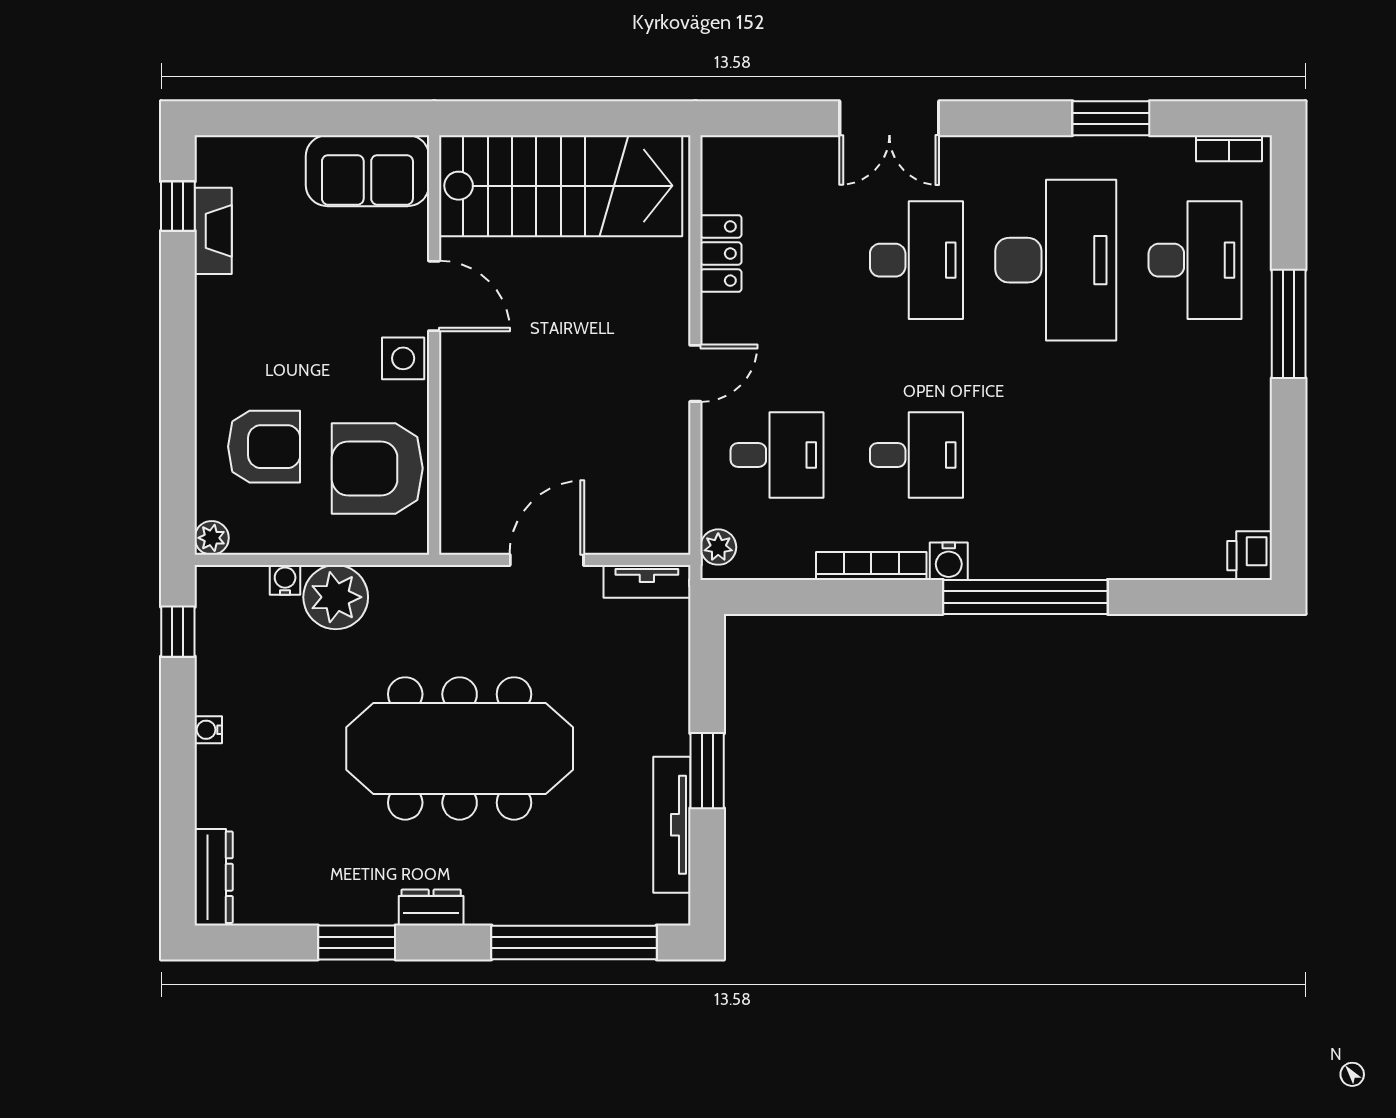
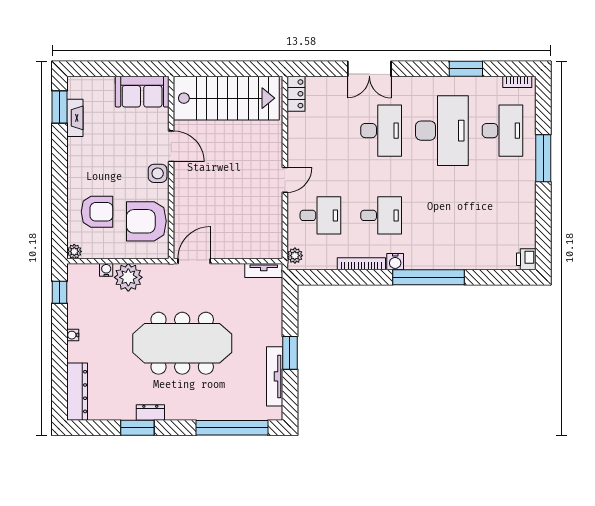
window: (178, 206) -> (60, 107), width x1.50
locker: (721, 254) -> (296, 94), moved
door: (547, 560) -> (194, 261), moved
dresser: (214, 877) -> (77, 392), width x1.37, depth x1.24
dresser: (431, 908) -> (150, 412), moved

